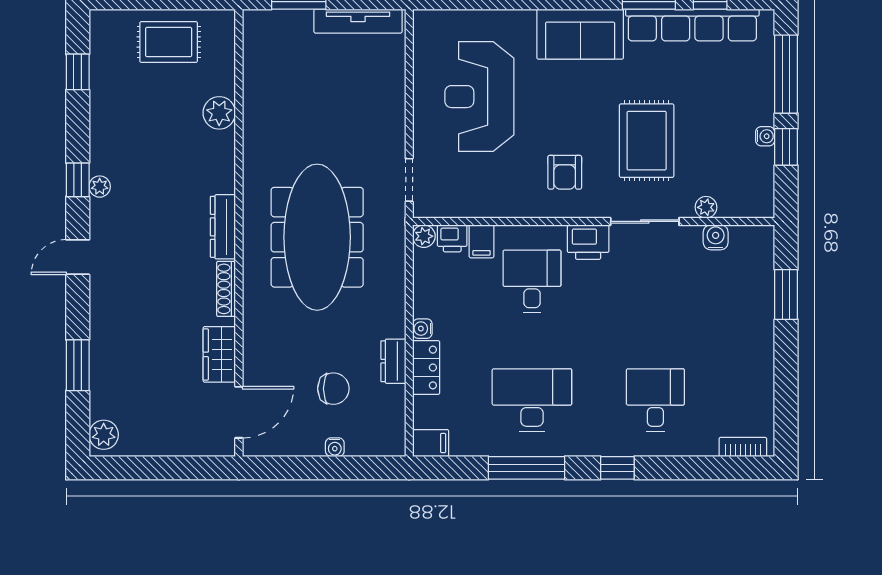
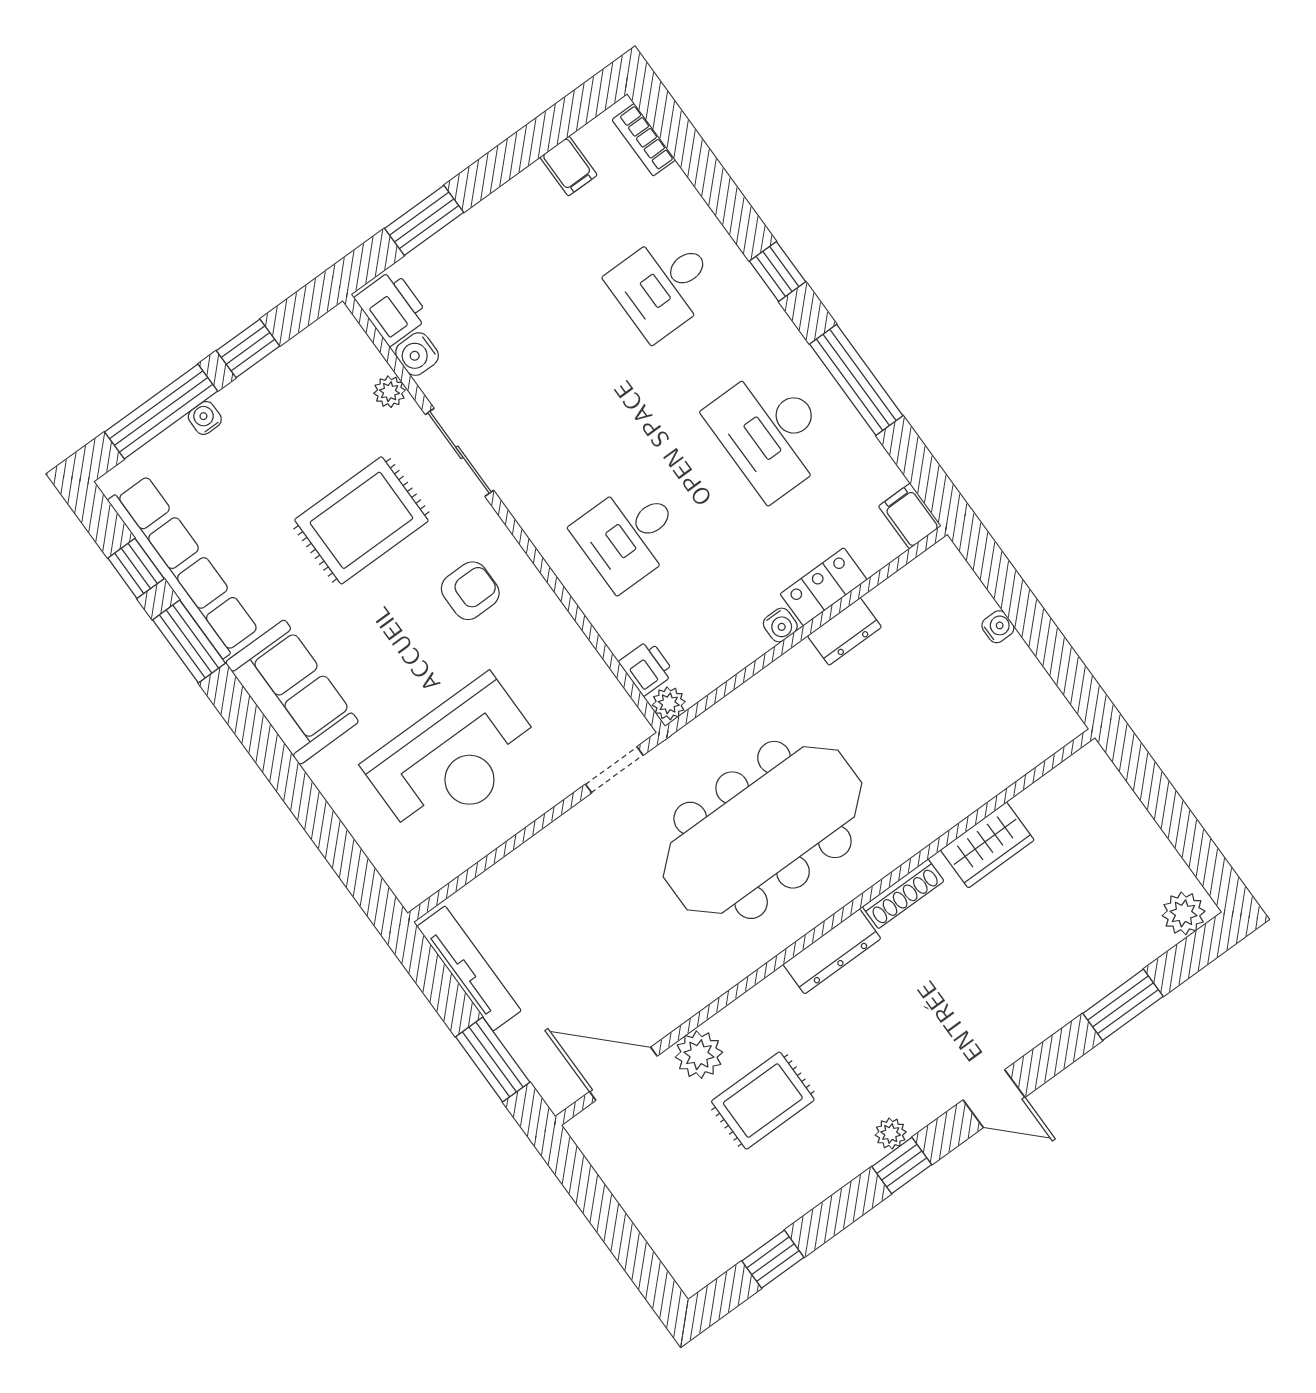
rug: (169, 42) -> (763, 1101), moved, turned 90
water cooler: (765, 136) -> (205, 418), moved
filing cabinet: (482, 241) -> (569, 166), moved, turned 90
printer: (588, 242) -> (392, 308), moved
chair: (333, 389) -> (929, 679), removed
door: (239, 412) -> (623, 1074), moved

